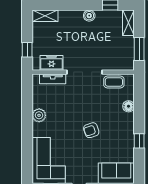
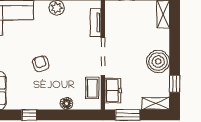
boiler: (89, 16) -> (158, 61), width x1.86, depth x1.86
freezer: (51, 63) -> (113, 91), moved

